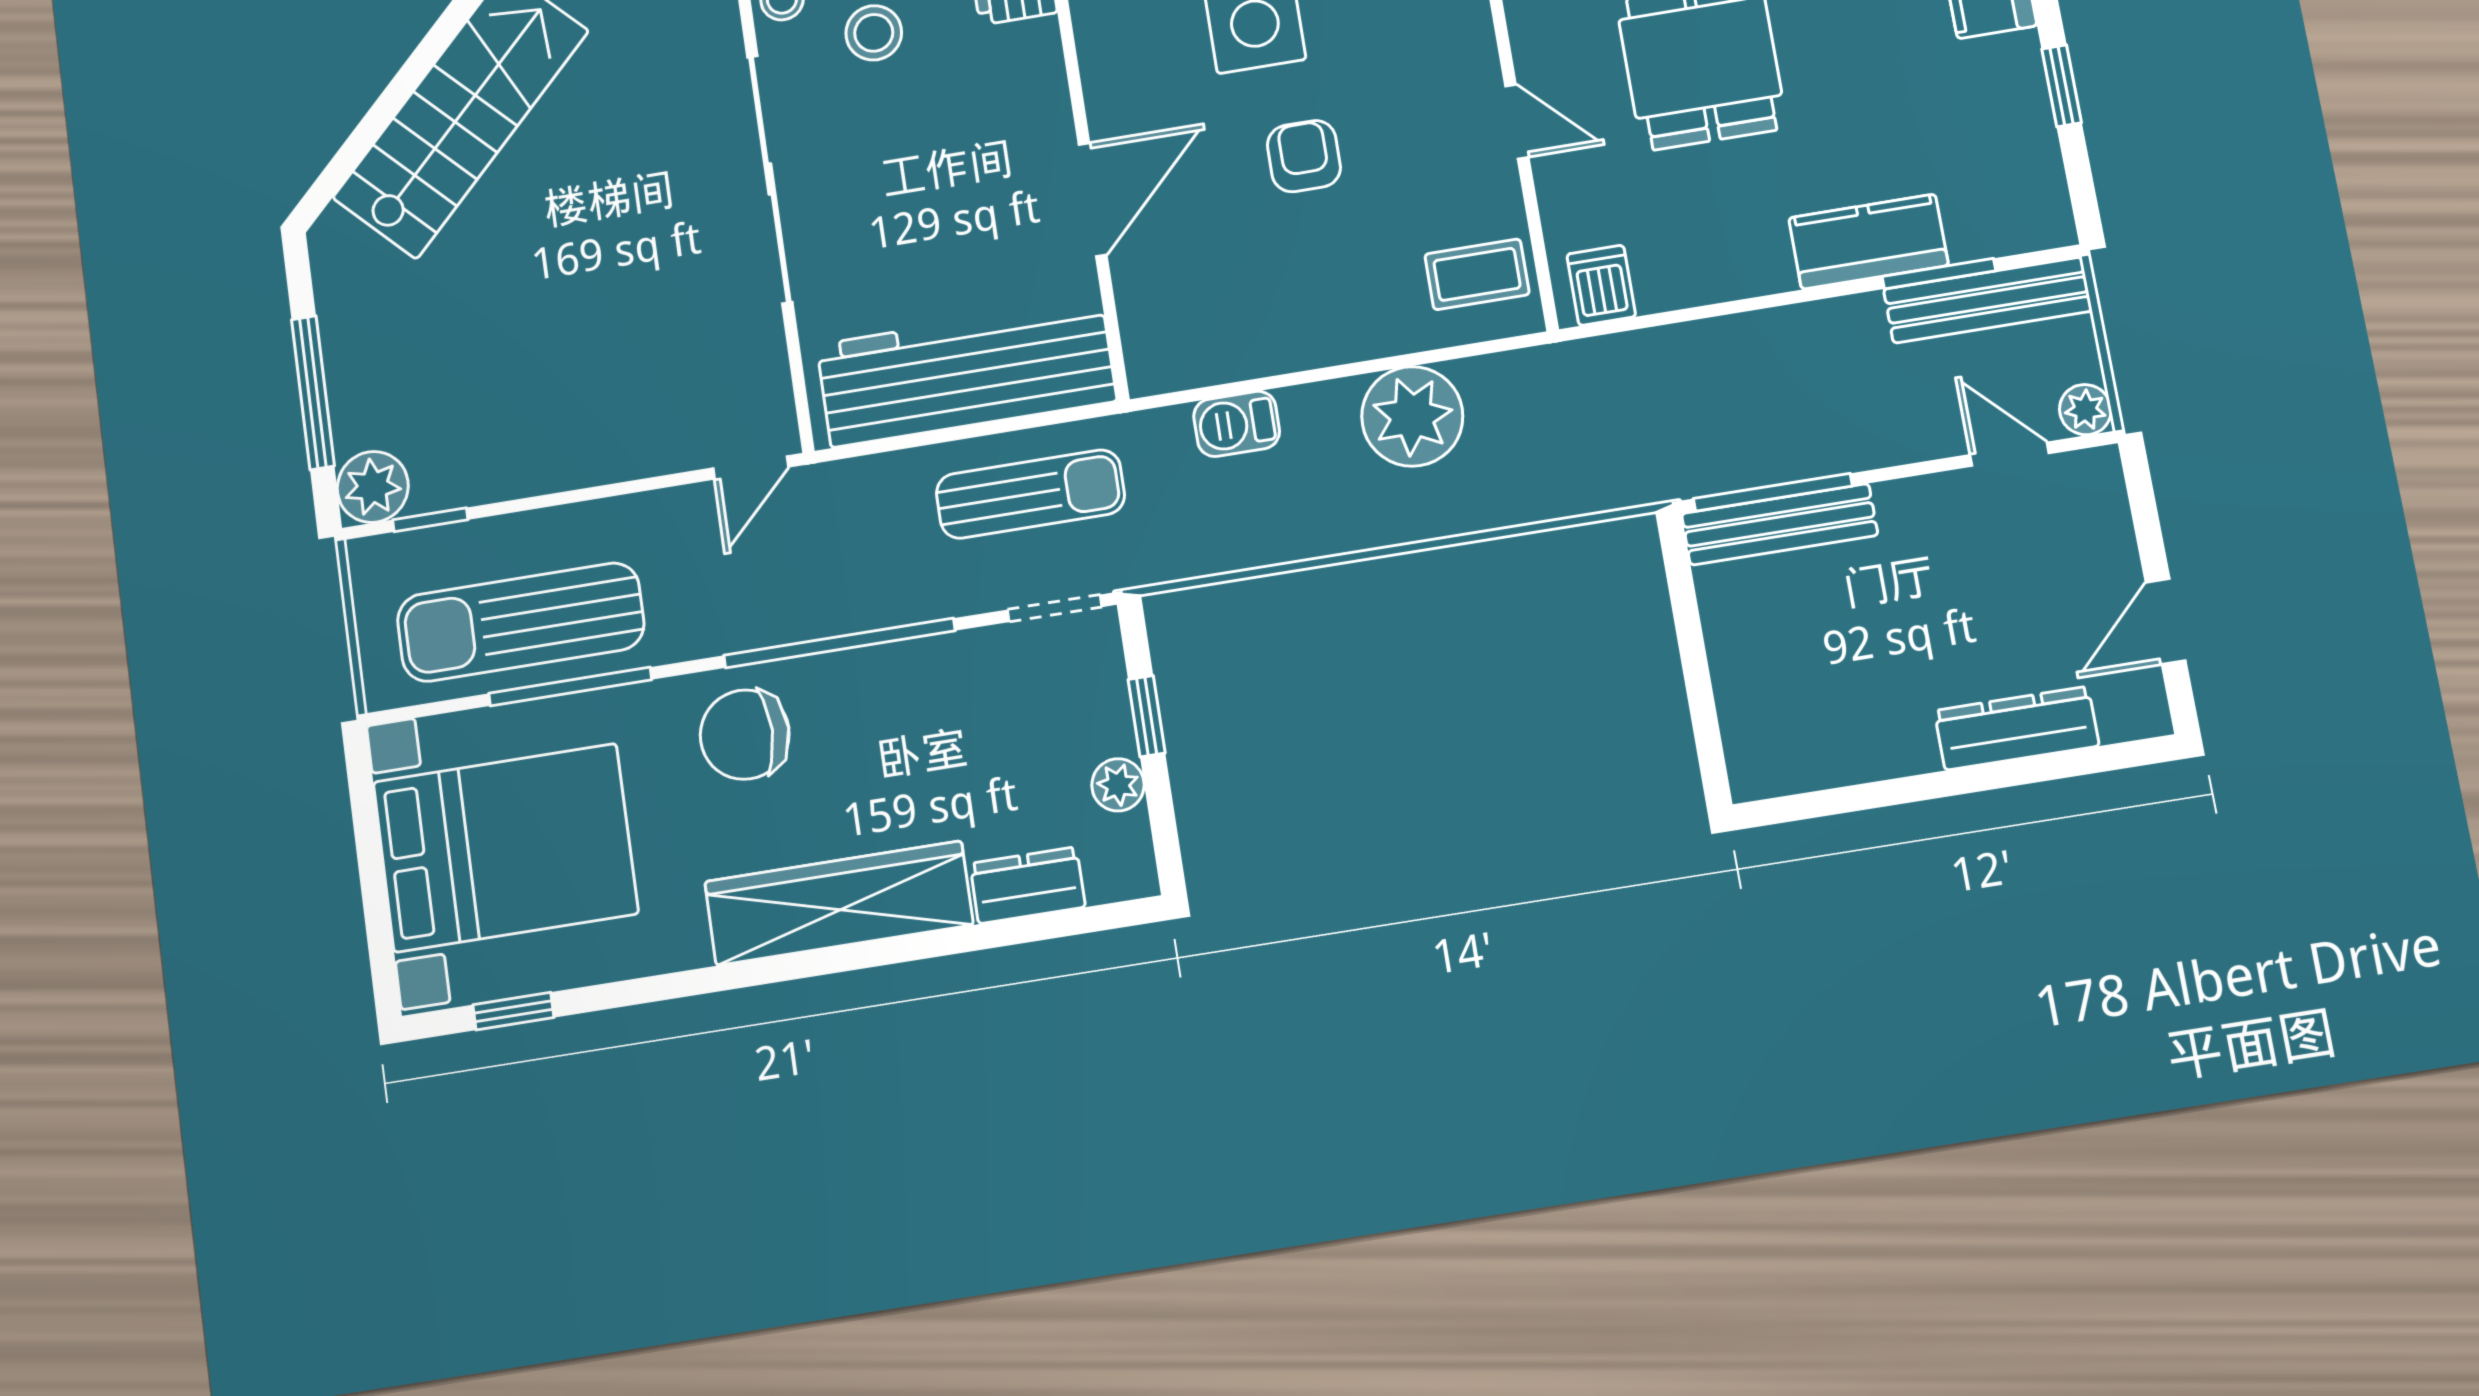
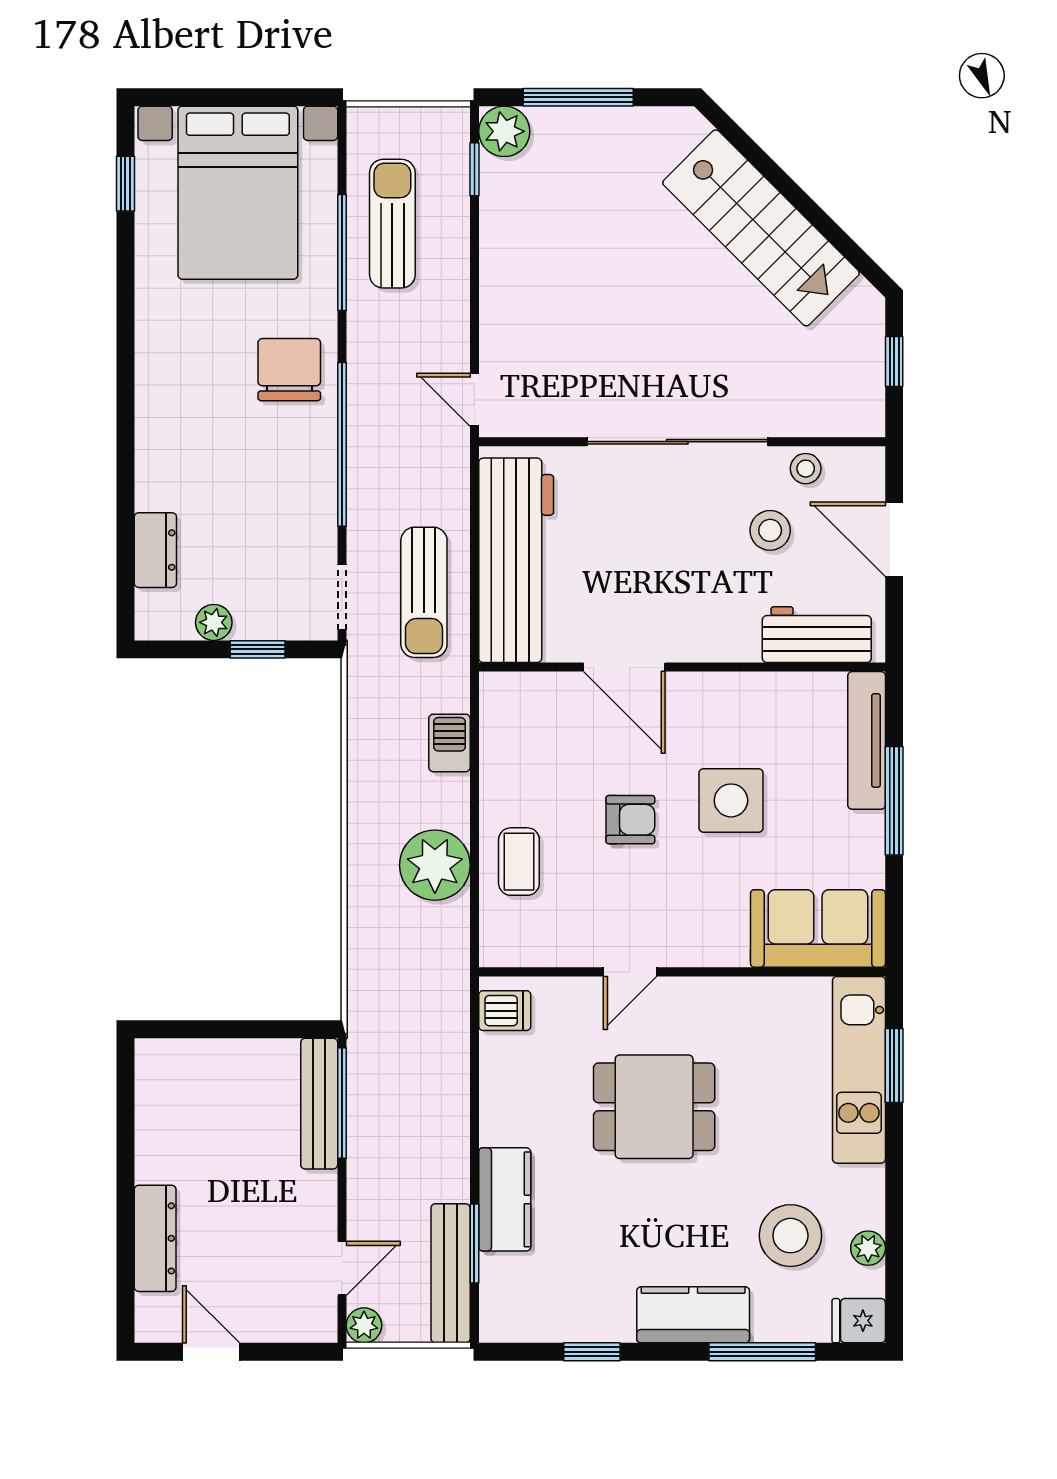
coffee table: (1477, 274) -> (519, 862), moved
sun lounger: (521, 622) -> (392, 224), width x0.73, depth x0.75
wardrobe: (839, 903) -> (164, 419), removed

